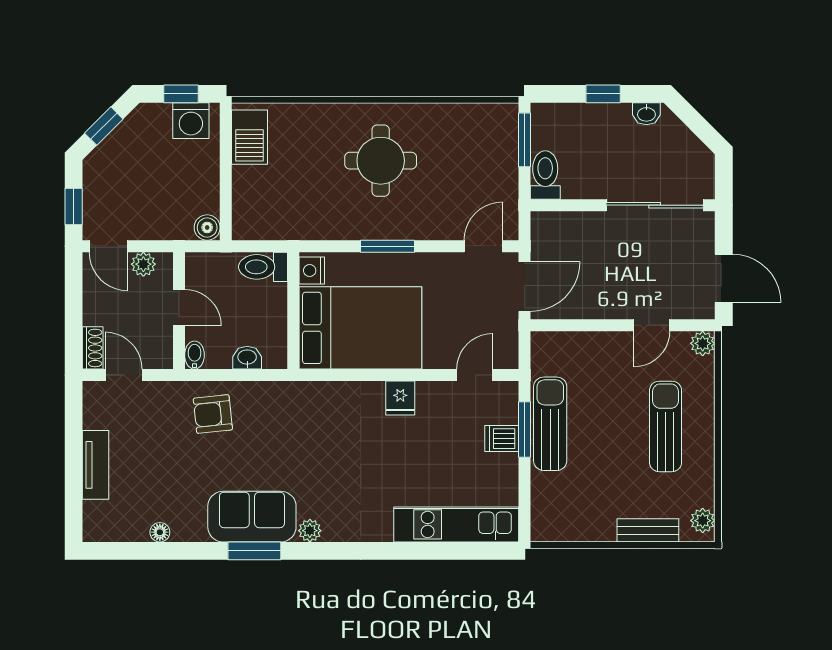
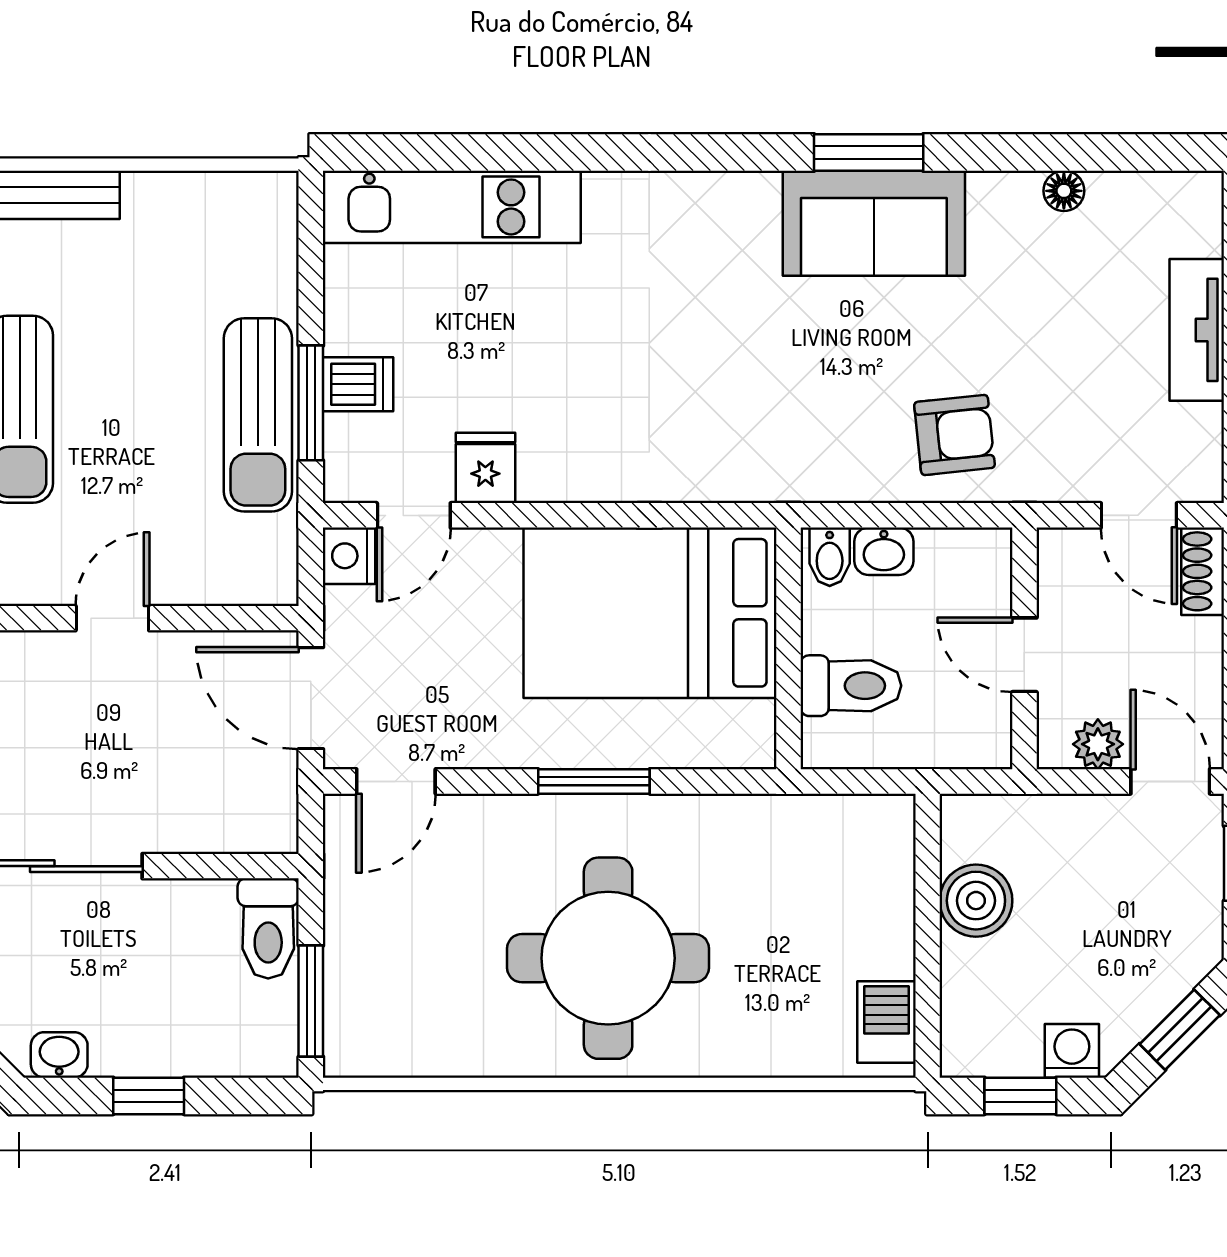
washing machine: (191, 121) -> (1072, 1051), moved, width x0.73, depth x0.73
barbecue: (250, 137) -> (887, 1022), width x0.73, depth x0.79
round table: (381, 161) -> (608, 958), width x1.36, depth x1.36
boiler: (207, 227) -> (976, 901), moved, width x1.36, depth x1.36
toilet: (263, 267) -> (851, 686), moved
nightstand: (312, 271) -> (349, 556), moved, turned 180
door: (525, 287) -> (311, 698), hinge flipped
door: (652, 325) -> (112, 618), moved
bidet: (195, 355) -> (830, 557), moved
fridge: (400, 398) -> (485, 468), moved
plant: (310, 531) -> (754, 194), removed

